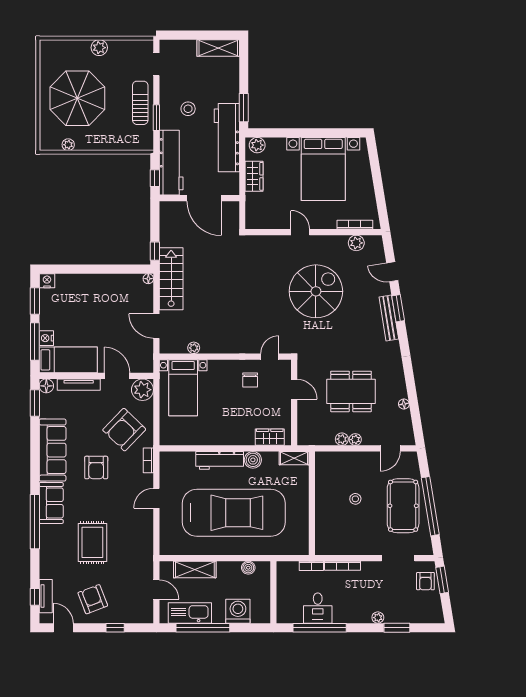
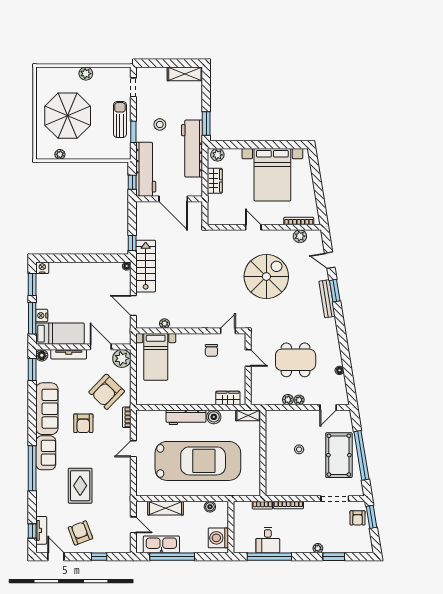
washing machine: (238, 611) -> (218, 538), moved, turned -90

